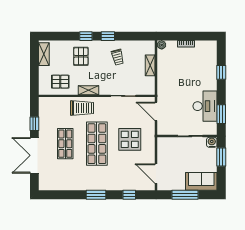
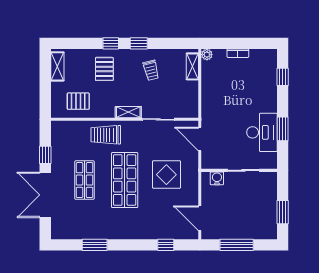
shelving: (150, 65) -> (192, 66), moved
window: (221, 72) -> (283, 77), moved
shelving: (89, 90) -> (128, 112), moved
trolley: (82, 108) -> (106, 135), turned 180
window: (221, 114) -> (283, 129), moved
water cooler: (212, 142) -> (217, 178), moved
window: (221, 157) -> (283, 212), moved
sofa: (201, 181) -> (257, 228), removed
window: (96, 195) -> (95, 245), moved

